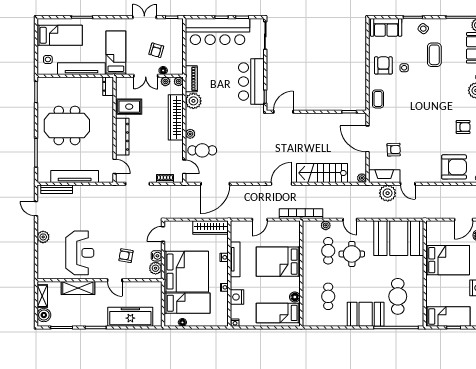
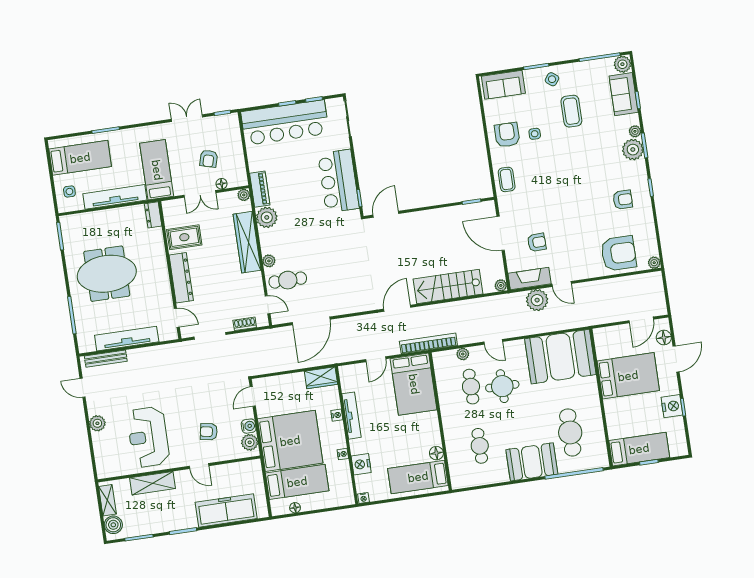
plant: (165, 81) -> (227, 198), removed
wardrobe: (210, 228) -> (321, 378), width x0.67
reception desk: (80, 253) -> (148, 437), turned 180
bed: (278, 262) -> (414, 384), moved, turned -90

